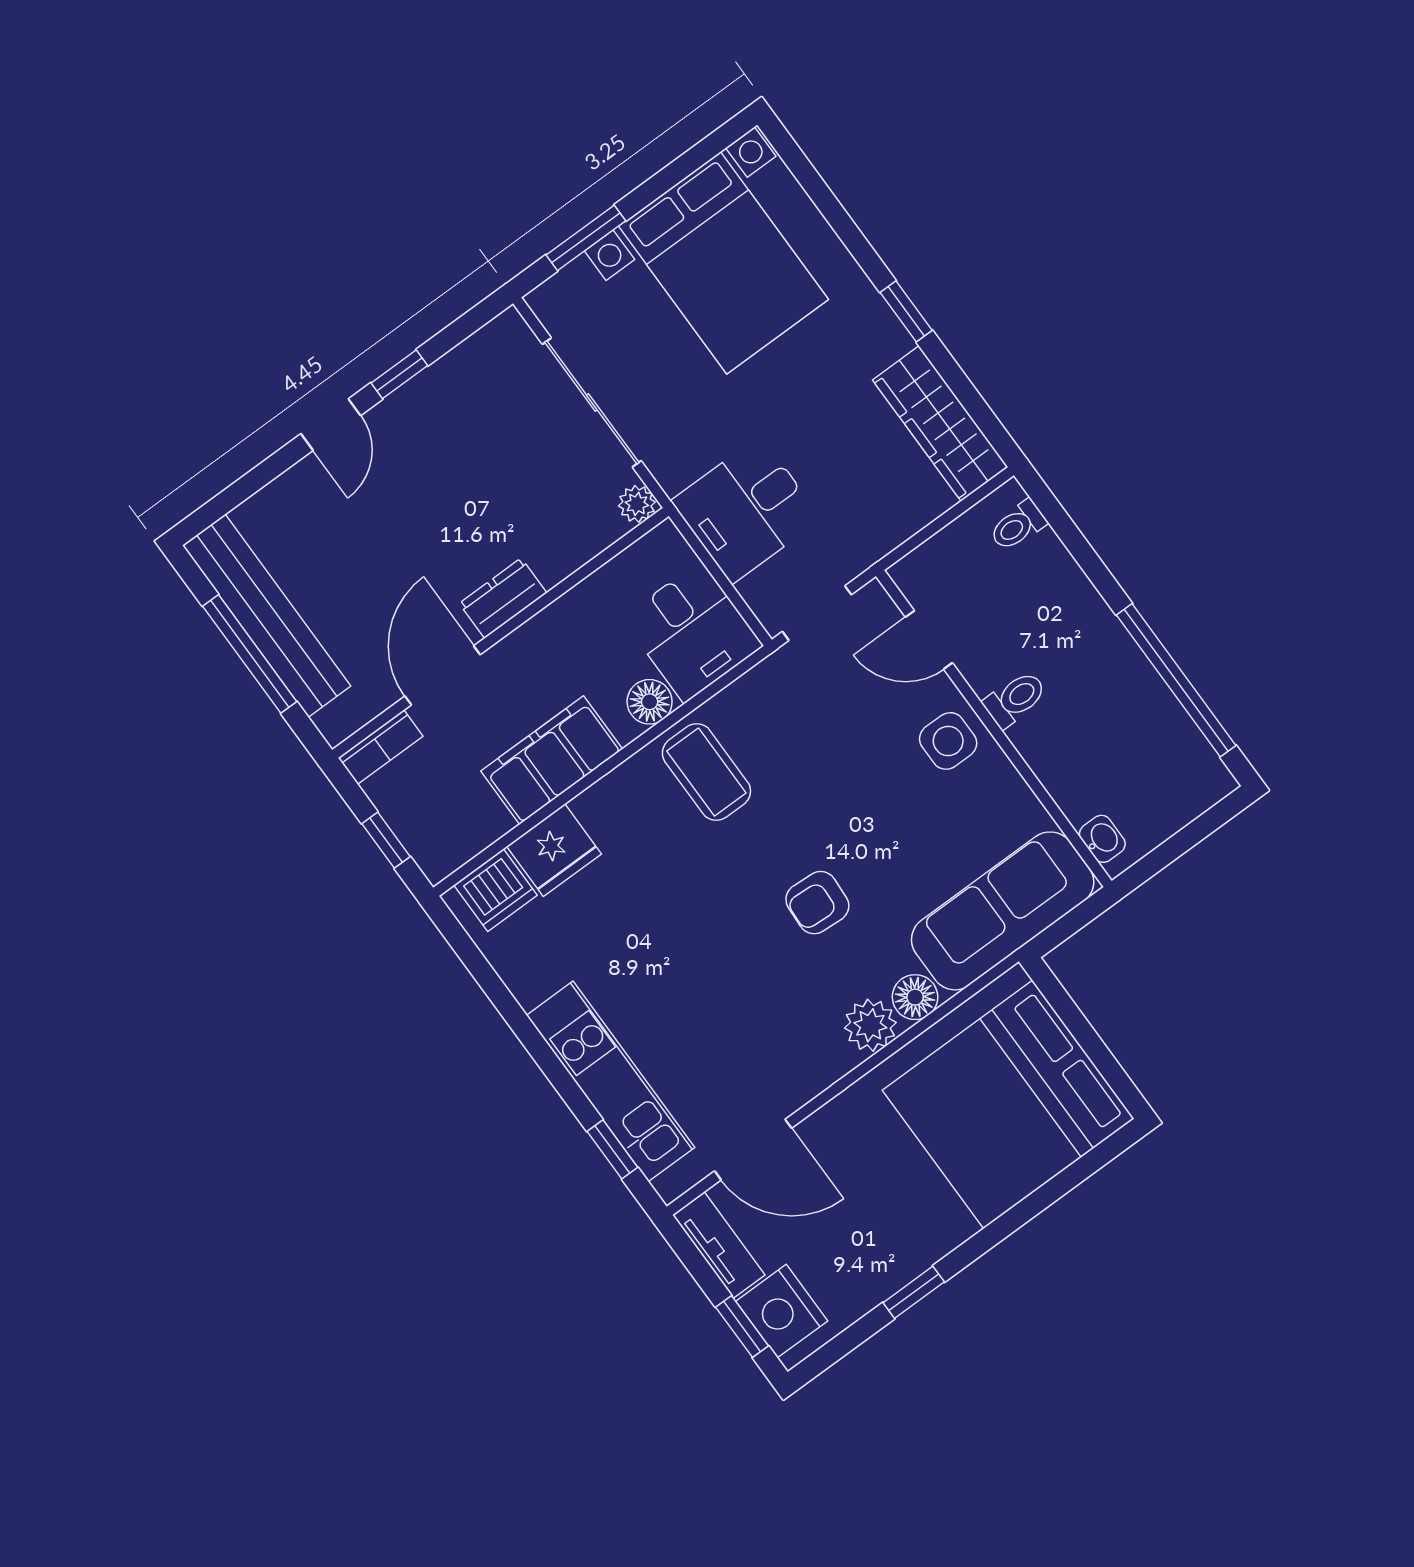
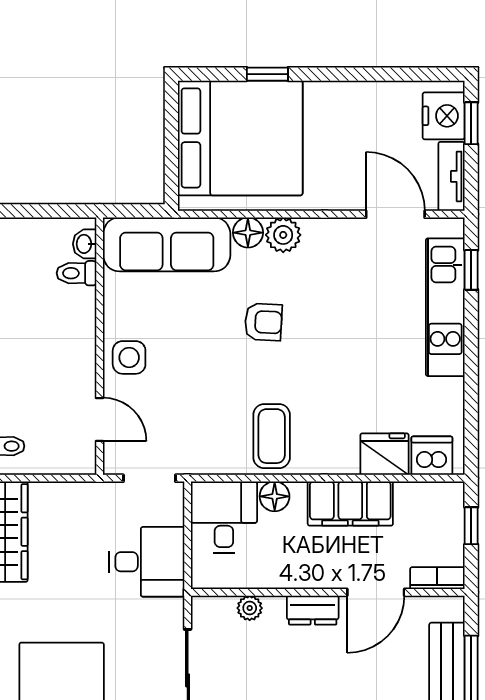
plant: (637, 504) -> (250, 608), moved
toilet: (1015, 699) -> (76, 273), moved
window: (914, 1292) -> (267, 74), moved

